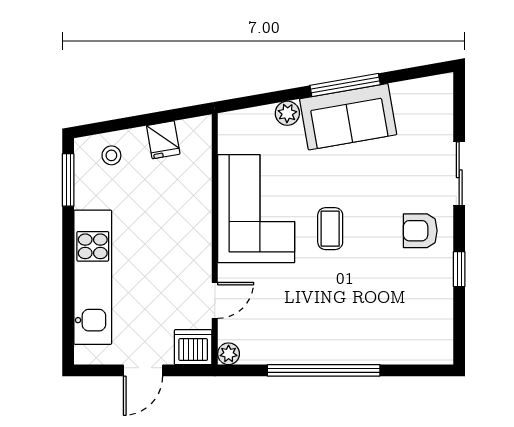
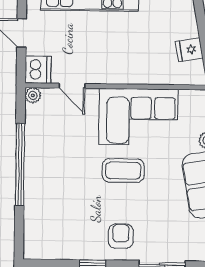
stool: (111, 155) -> (178, 12), removed
coffee table: (330, 229) -> (123, 171), width x1.36, depth x1.30

